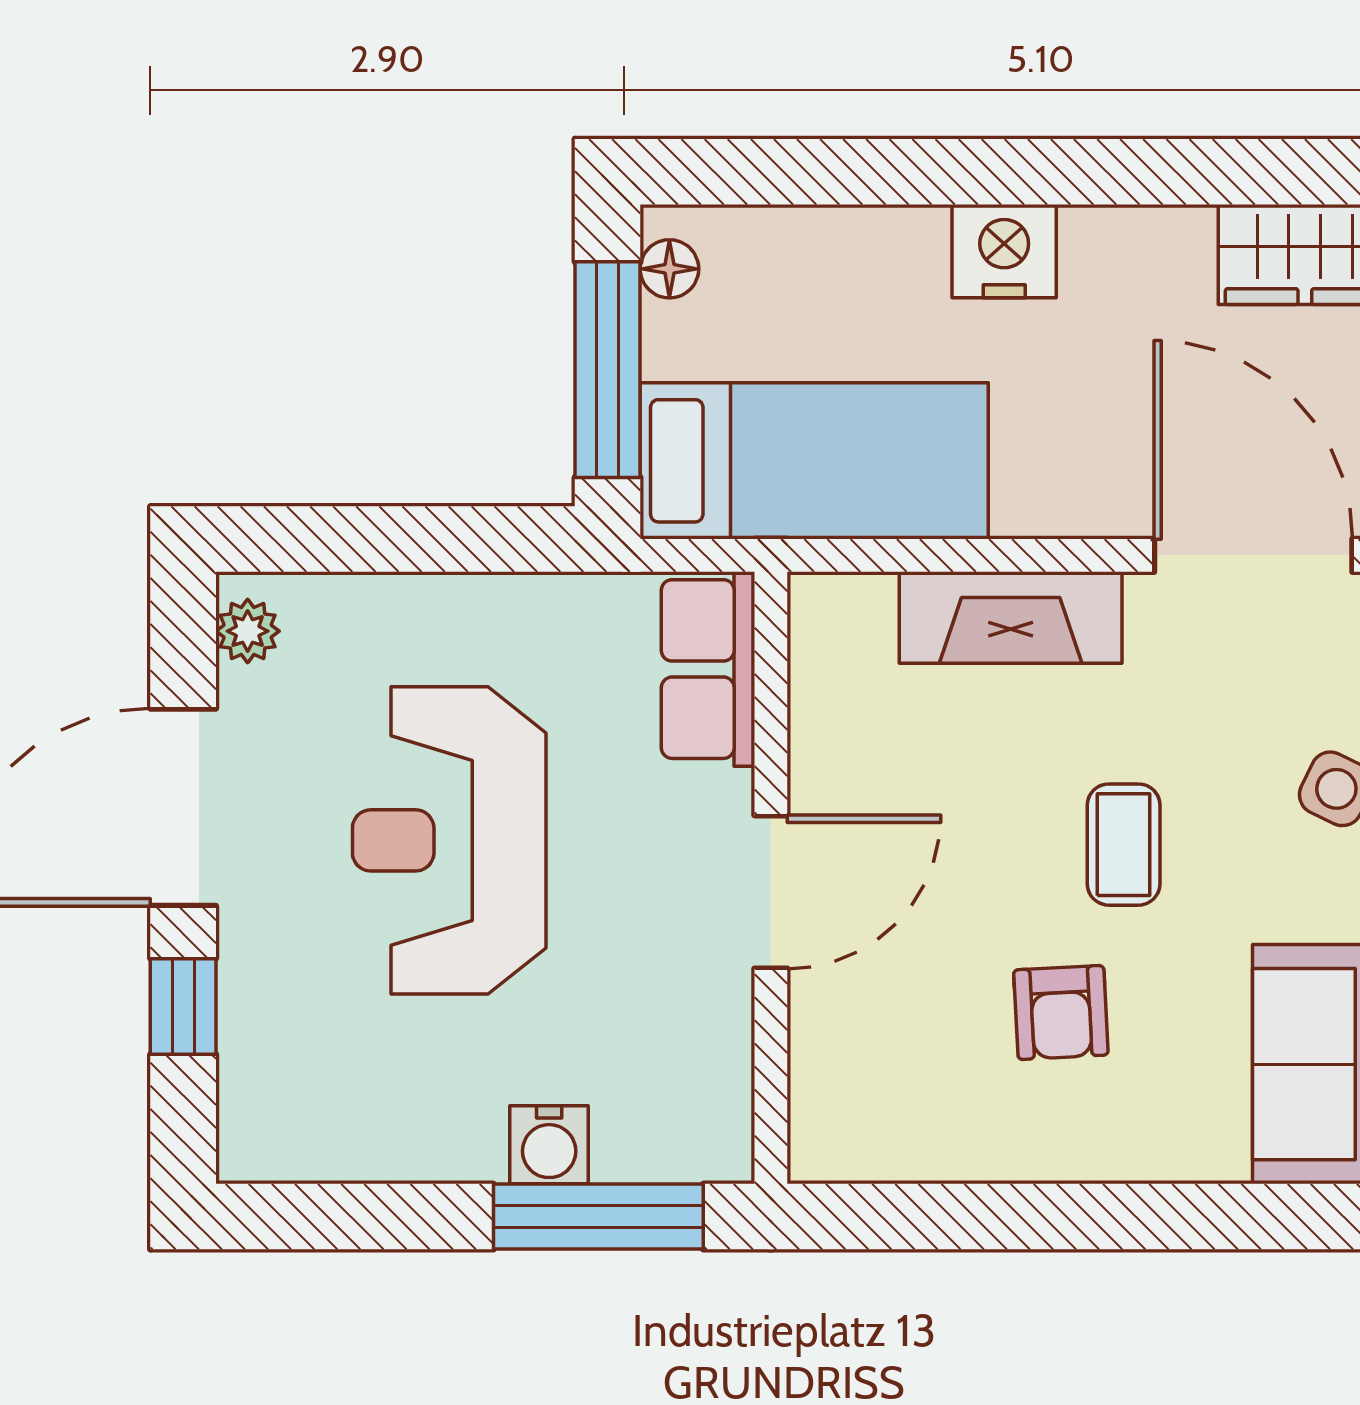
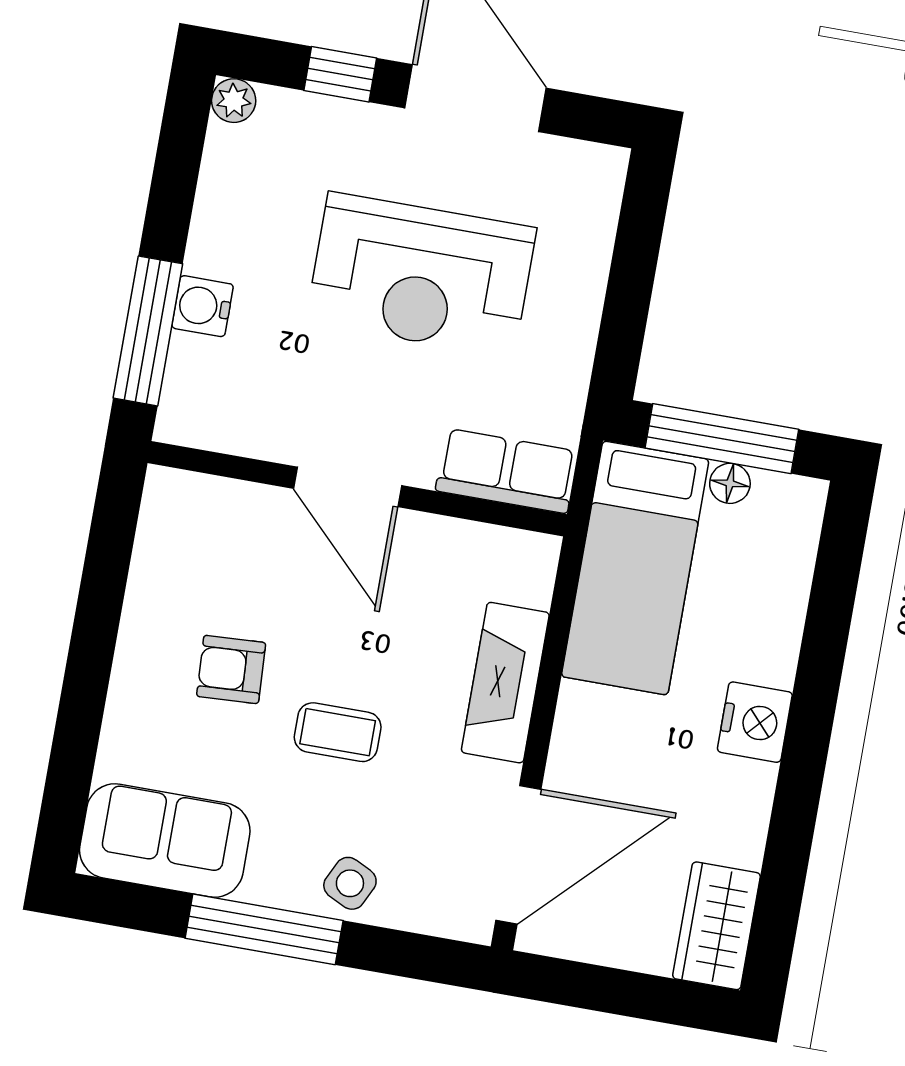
floor lamp: (669, 269) -> (730, 483), moved
plant: (248, 631) -> (234, 101), moved
reception desk: (449, 840) -> (421, 275), turned 180

